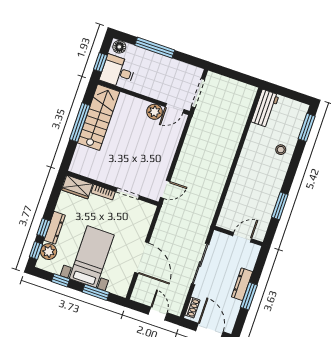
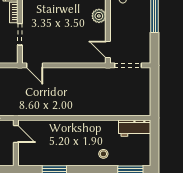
plant: (155, 112) -> (99, 16), moved
door: (242, 237) -> (16, 134), moved

